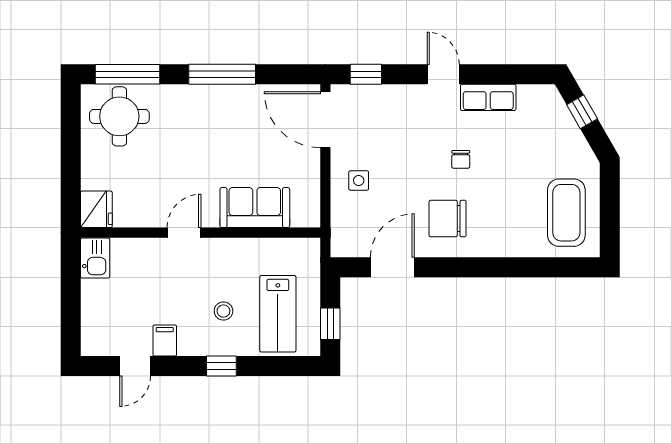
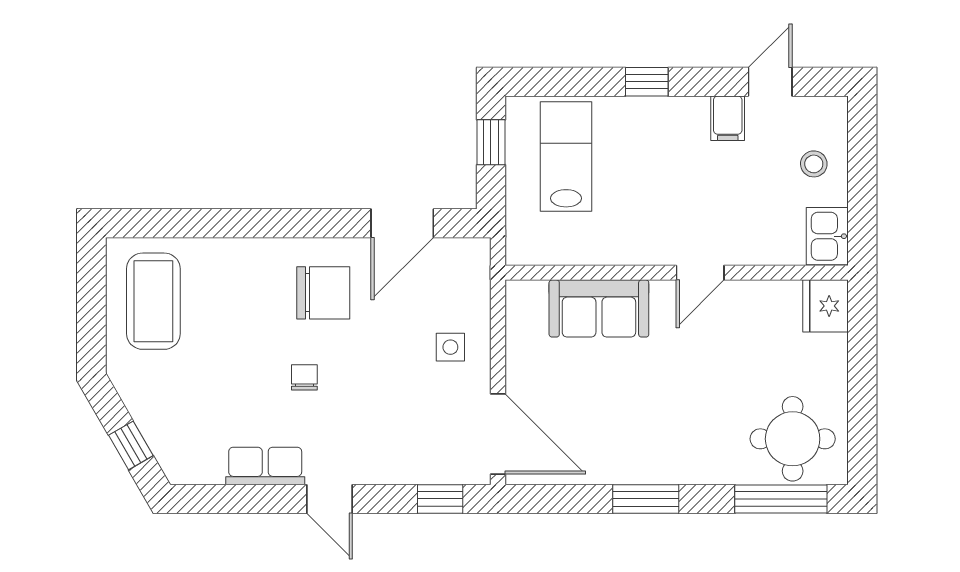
window: (222, 74) -> (646, 499), width x0.69
stool: (223, 311) -> (814, 164), moved

